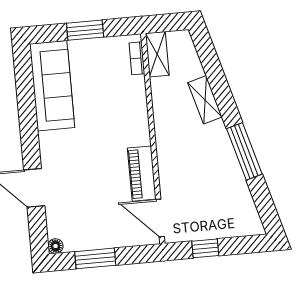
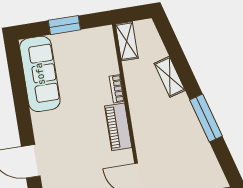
bookcase: (137, 58) -> (117, 89), moved
piano: (142, 174) -> (118, 127), moved

